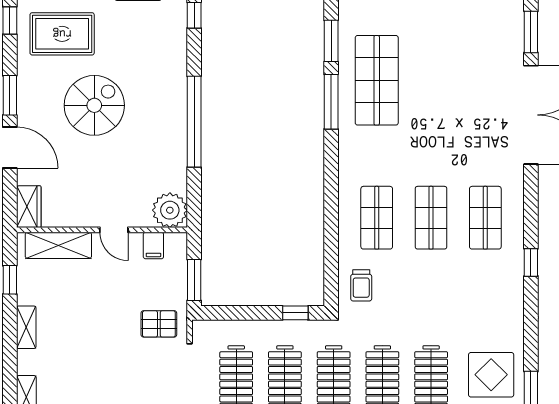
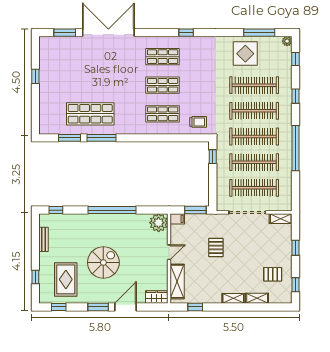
spiral stairs: (94, 105) -> (103, 263), turned 90
filing cabinet: (153, 246) -> (177, 219), moved
pallet: (159, 324) -> (216, 247), moved
shelving: (26, 327) -> (233, 298), moved

